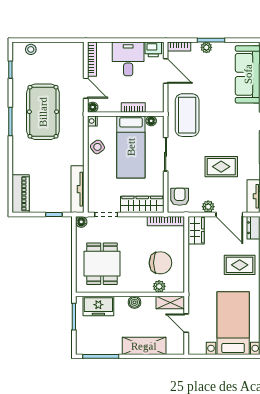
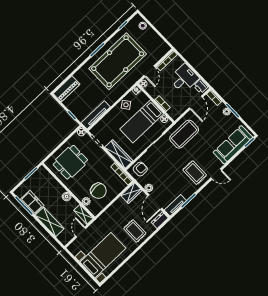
pool table: (43, 112) -> (118, 61), width x1.36, depth x1.32
rug: (221, 167) -> (195, 173), moved
freezer: (98, 306) -> (32, 202), moved, turned 180

